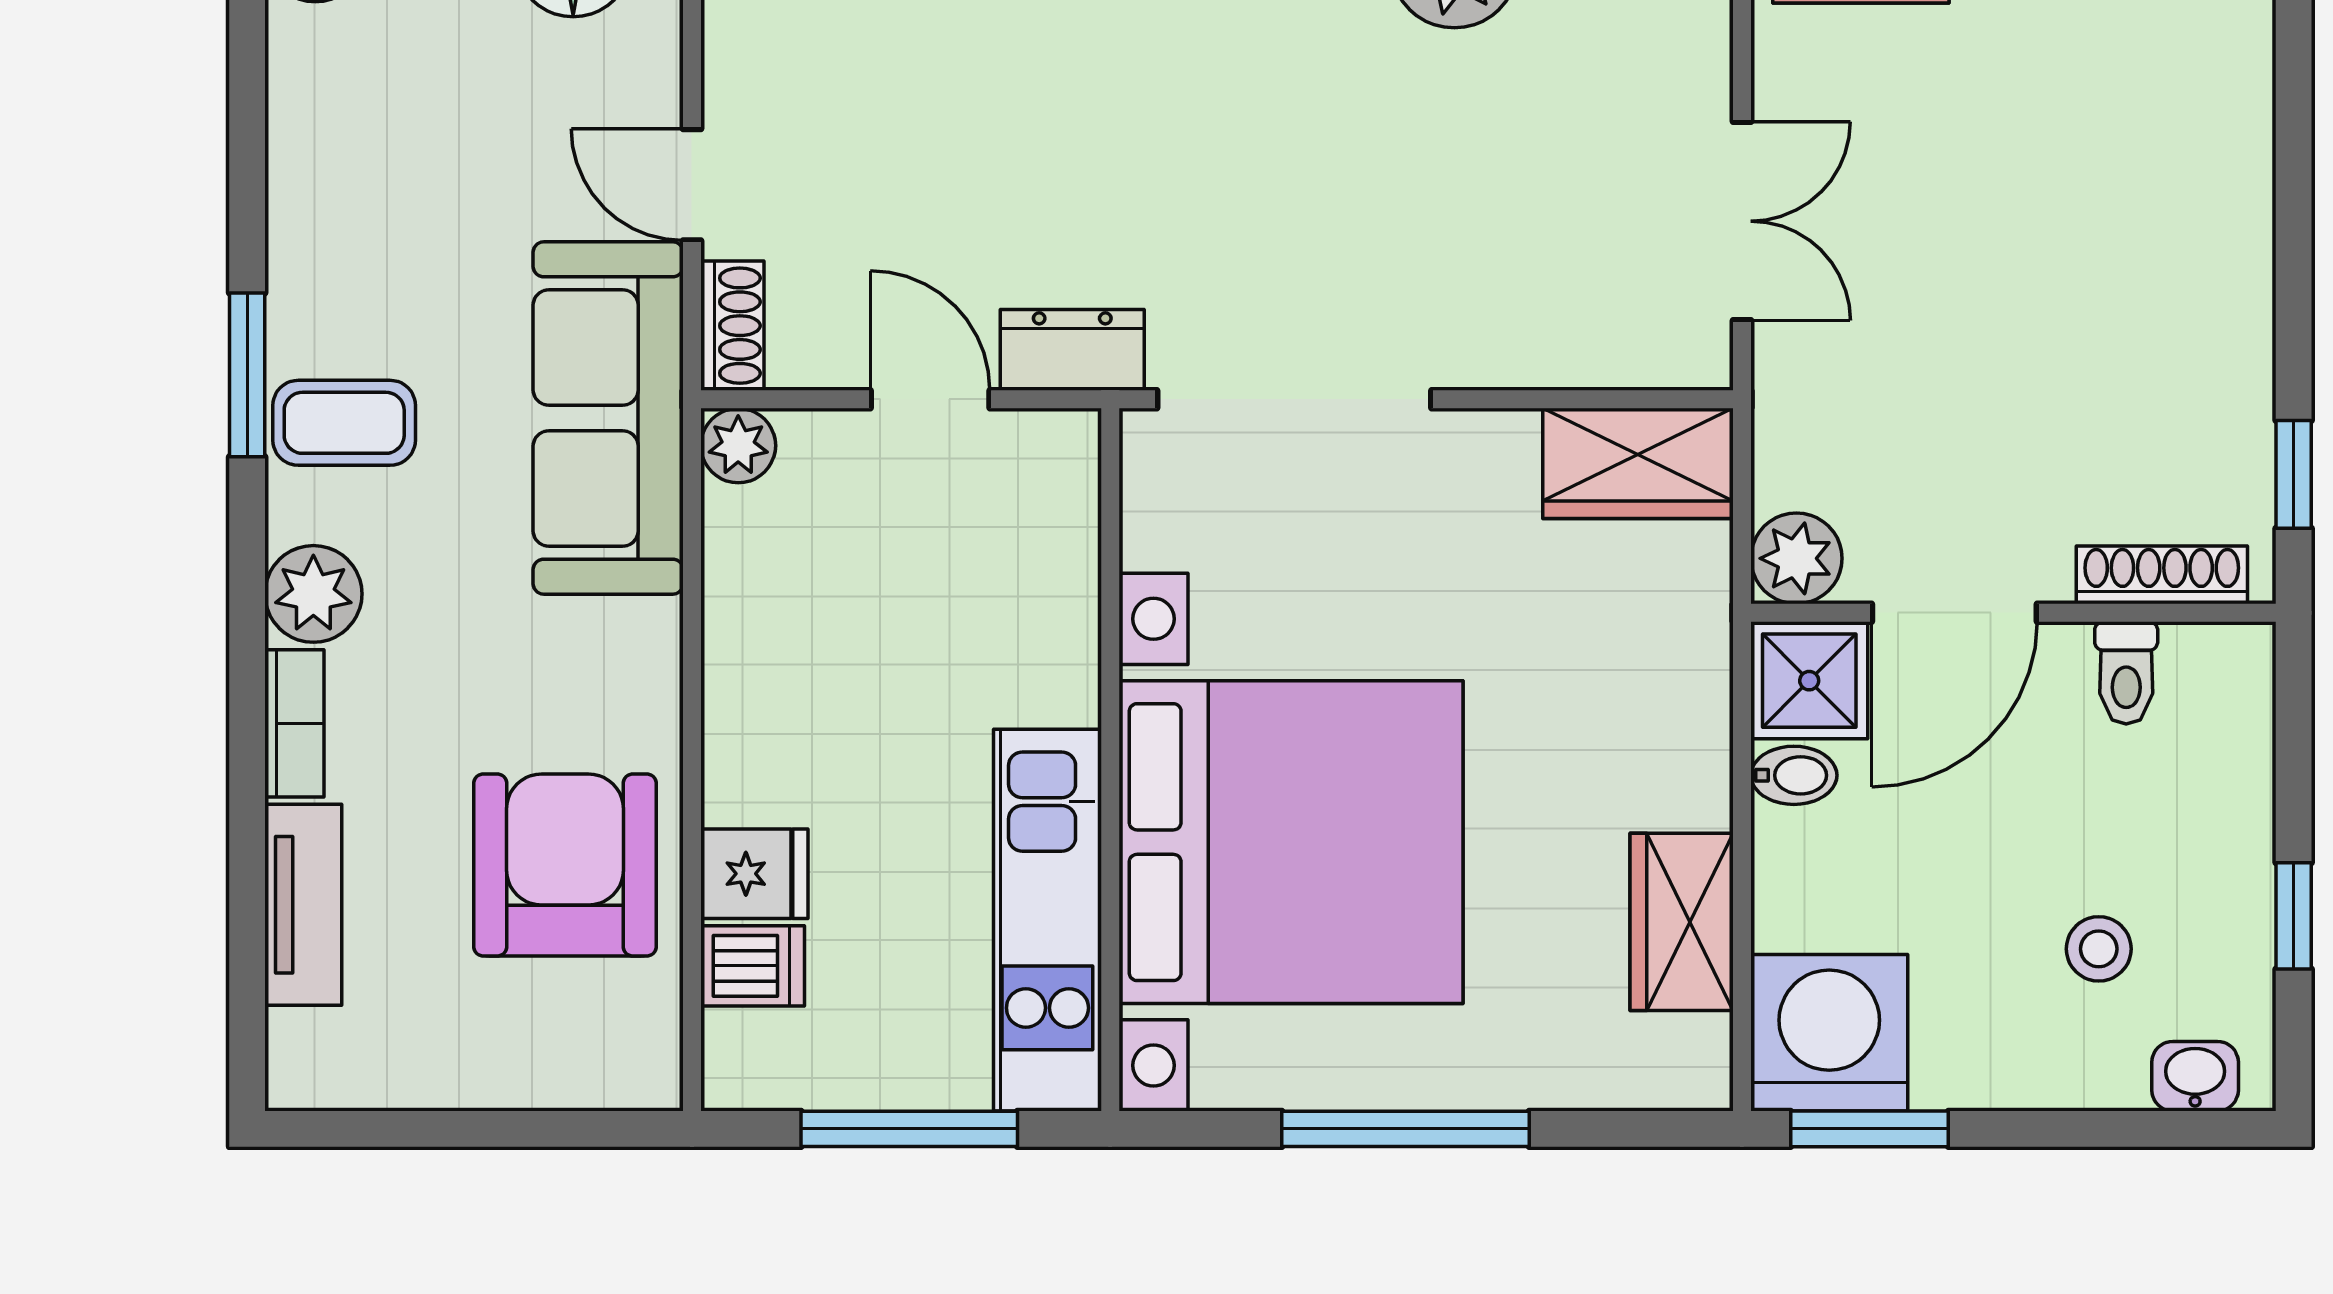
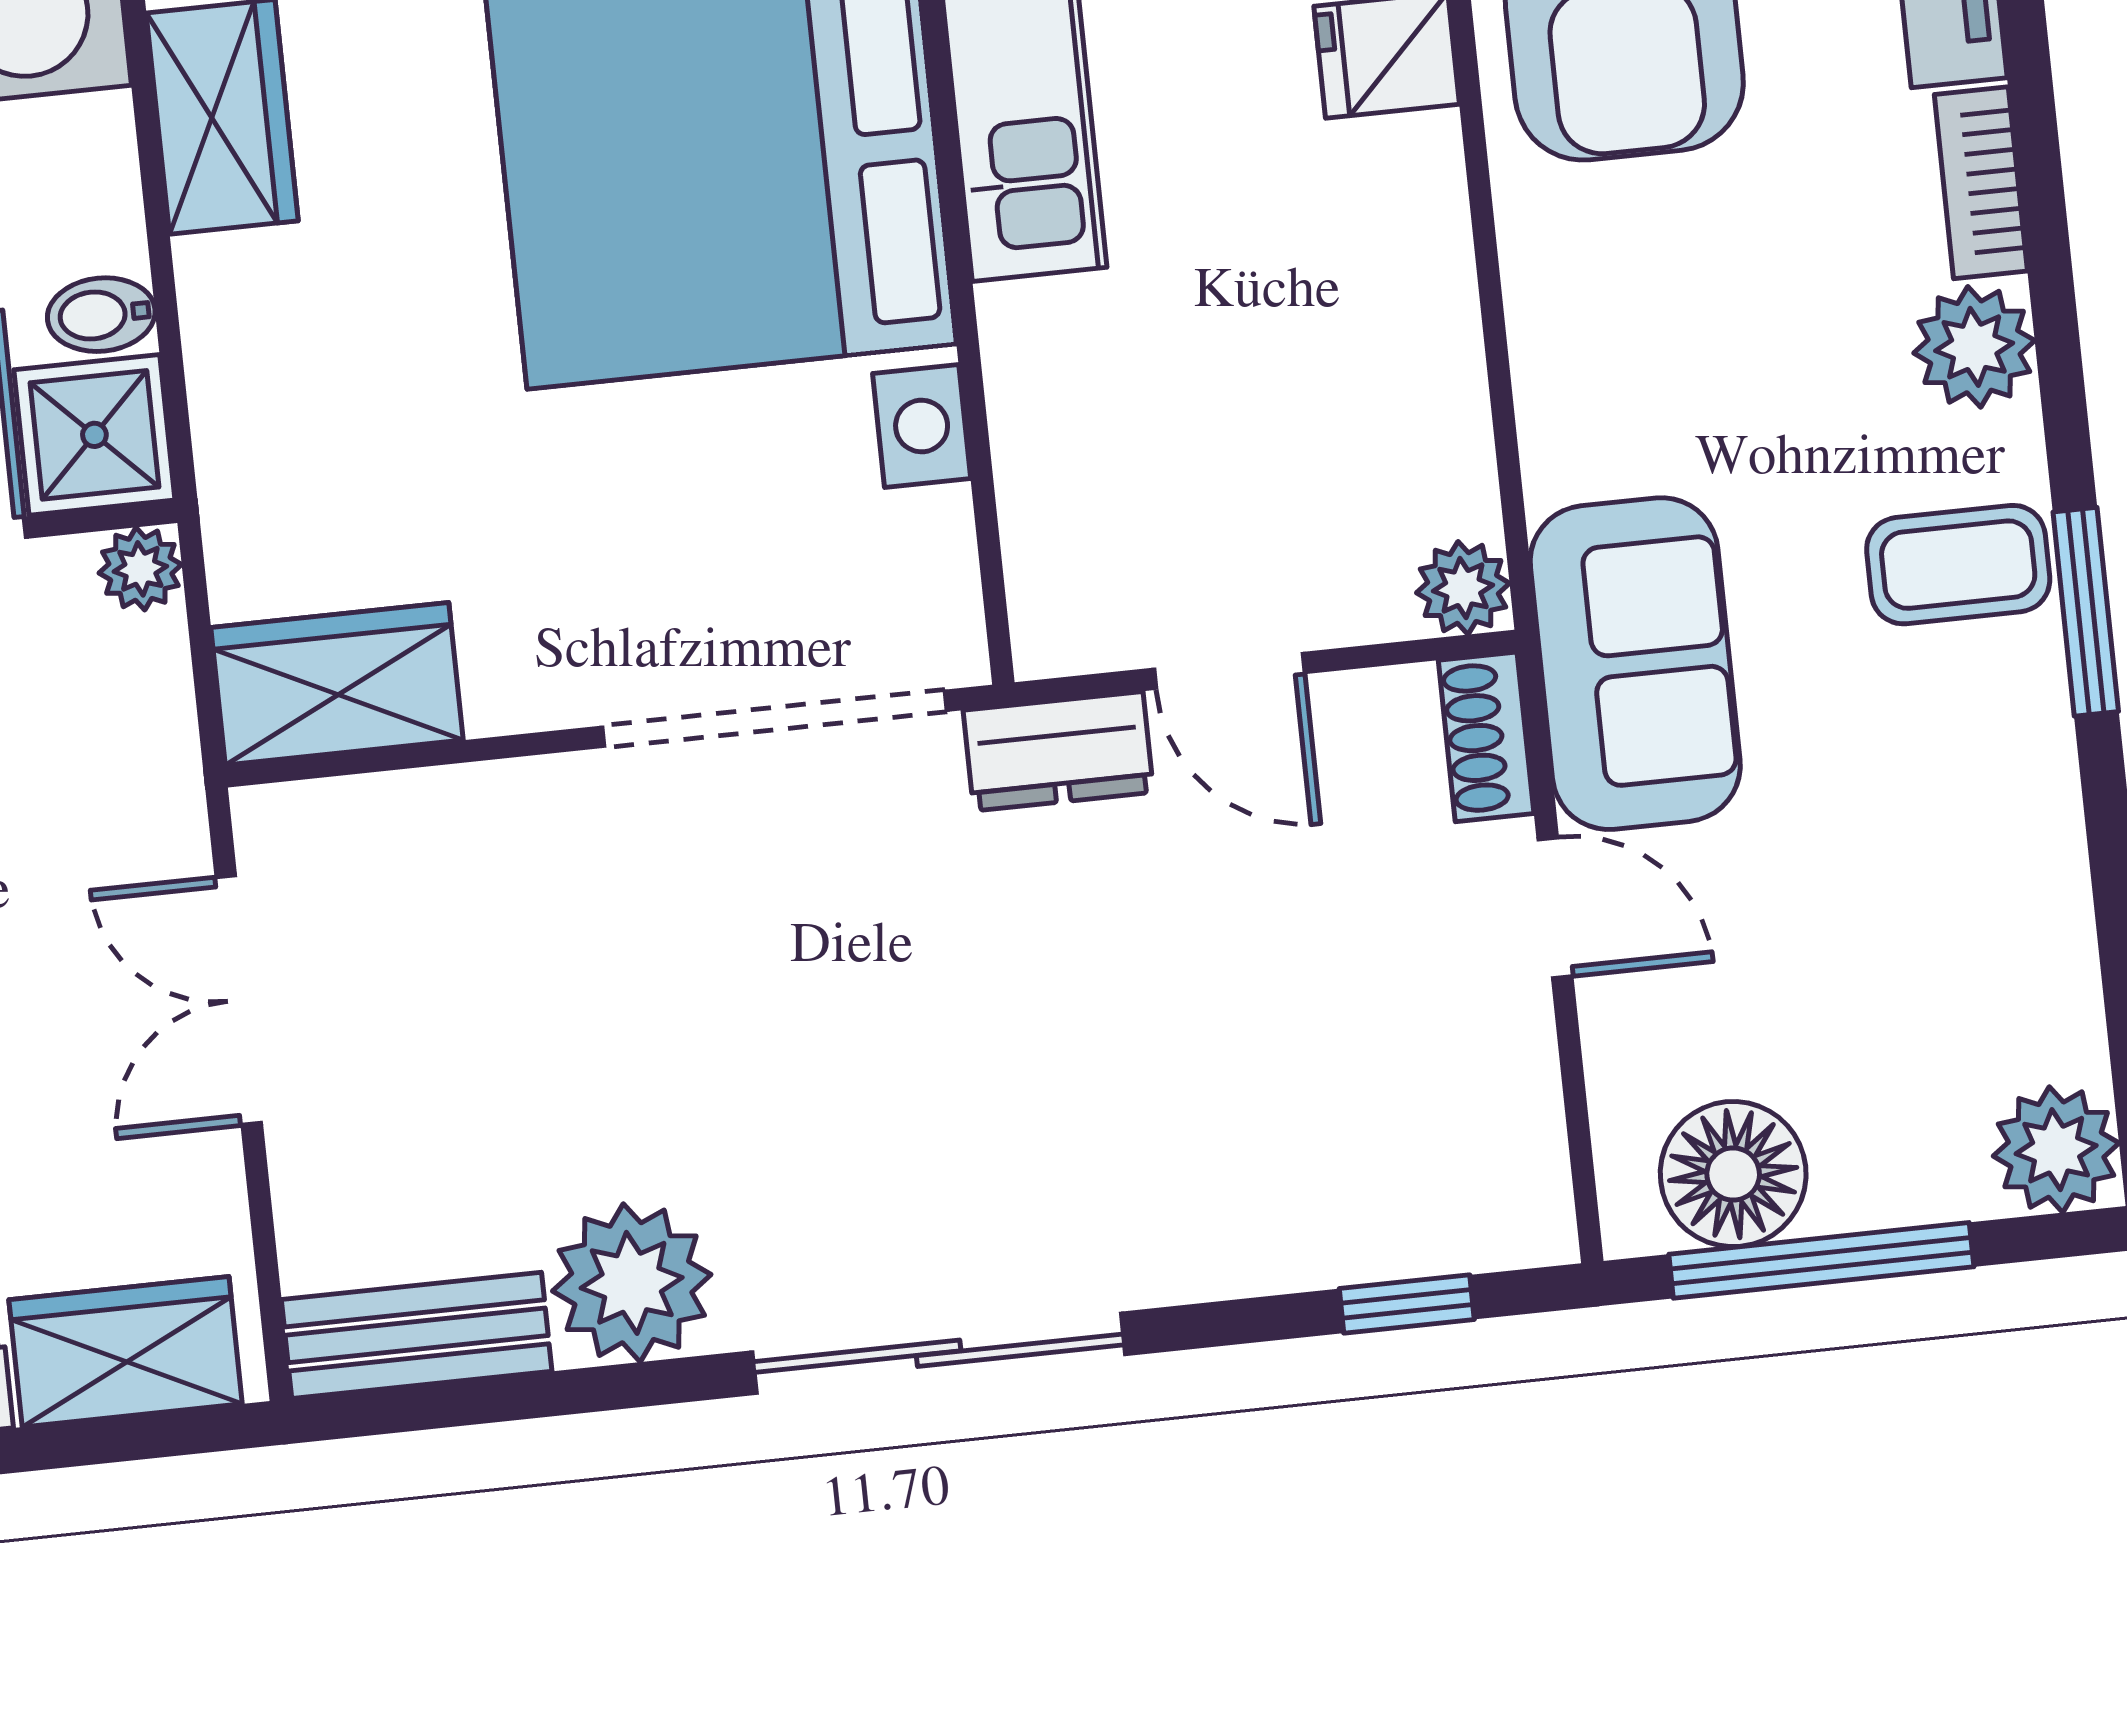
sofa: (608, 418) -> (1635, 664), width x0.73
plant: (1796, 558) -> (140, 569), width x0.73, depth x0.73

